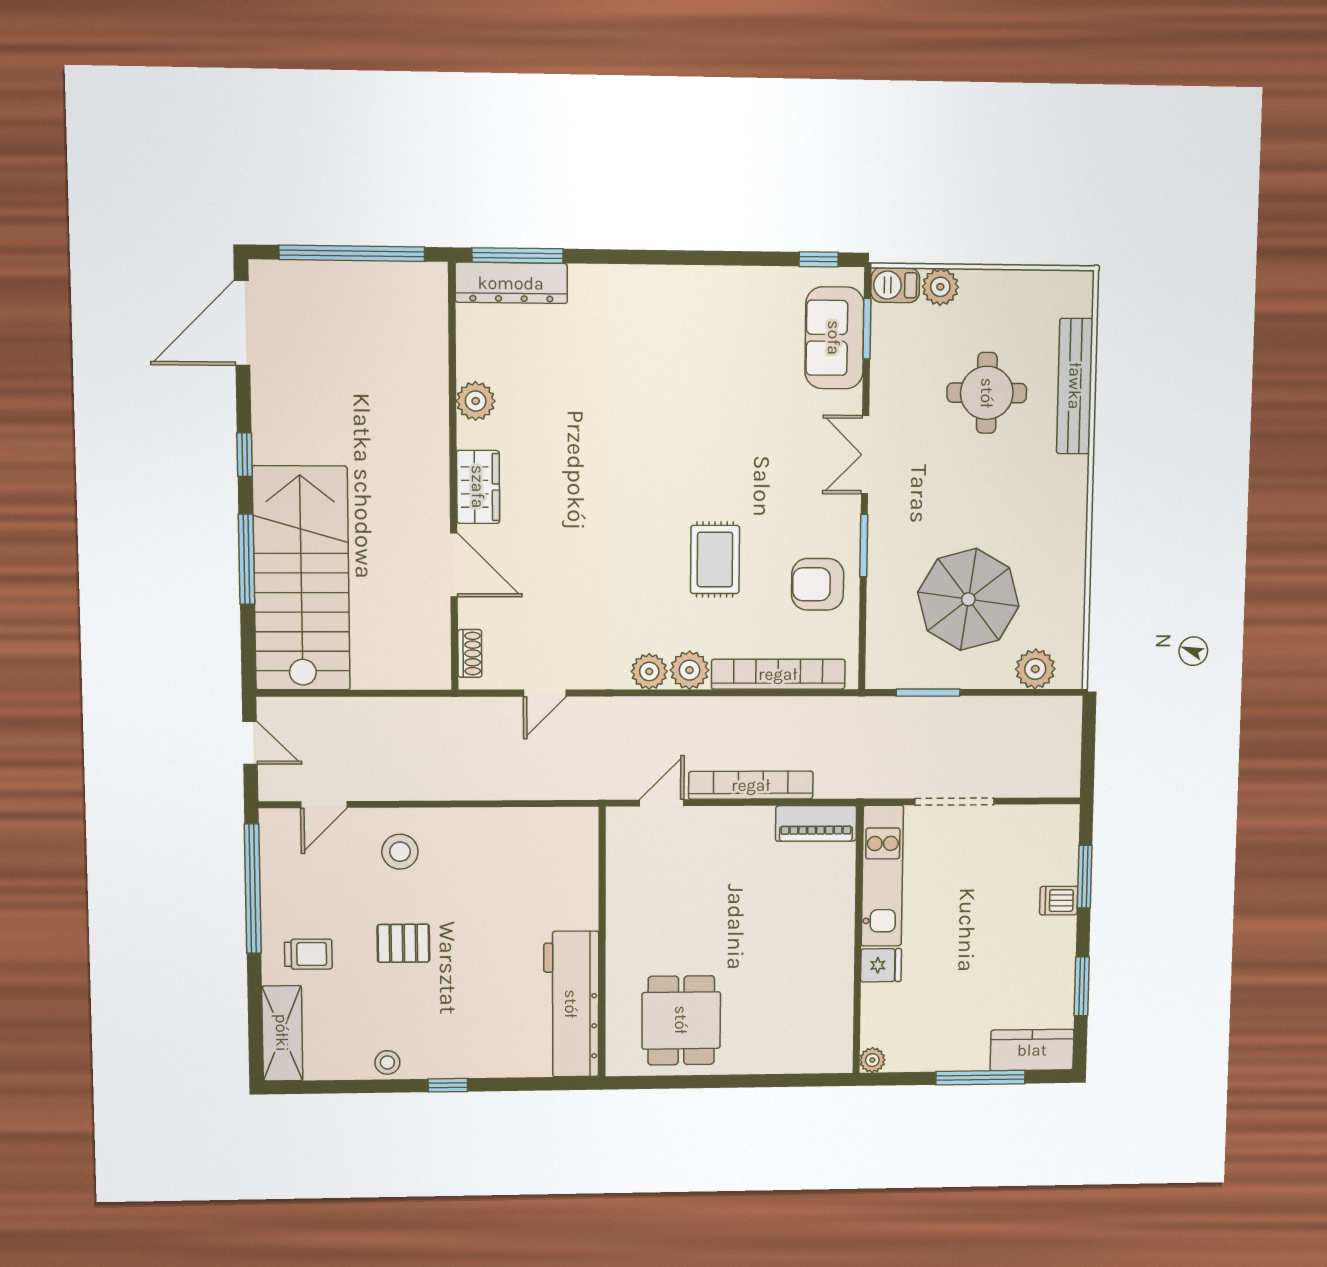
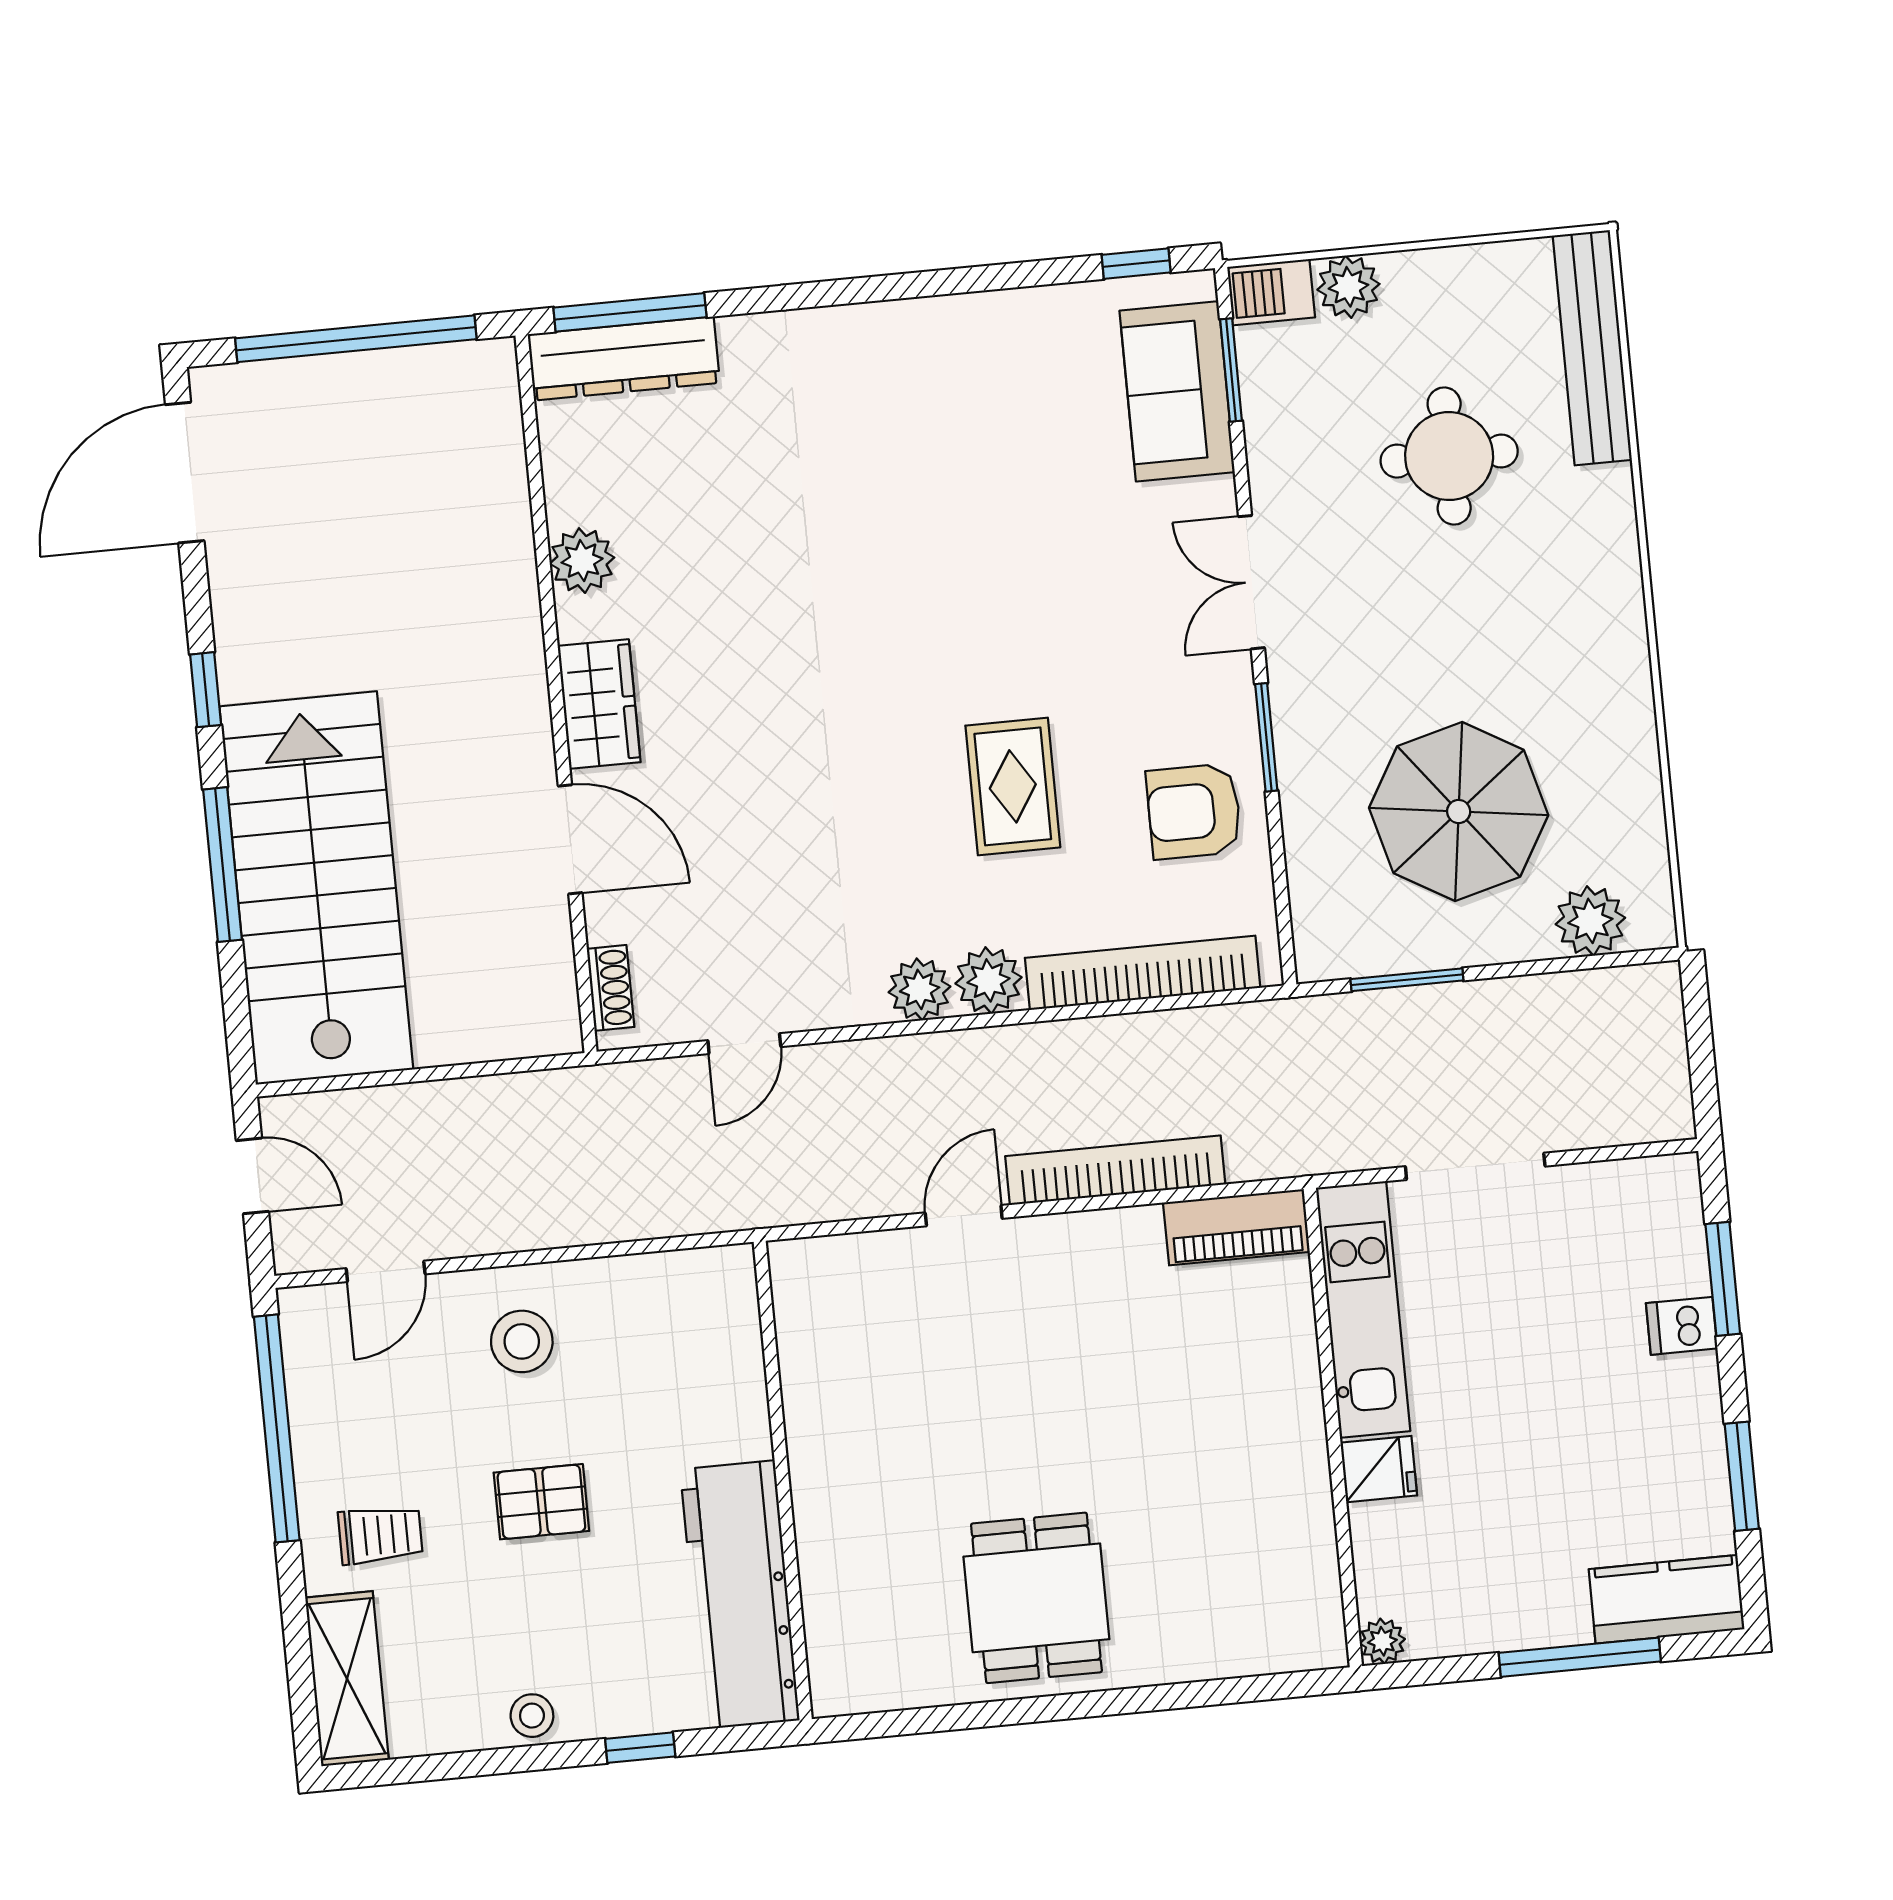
bench: (1075, 386) -> (1592, 348), moved
wall: (602, 943) -> (783, 1480), moved
workbench: (571, 1004) -> (740, 1595), moved

